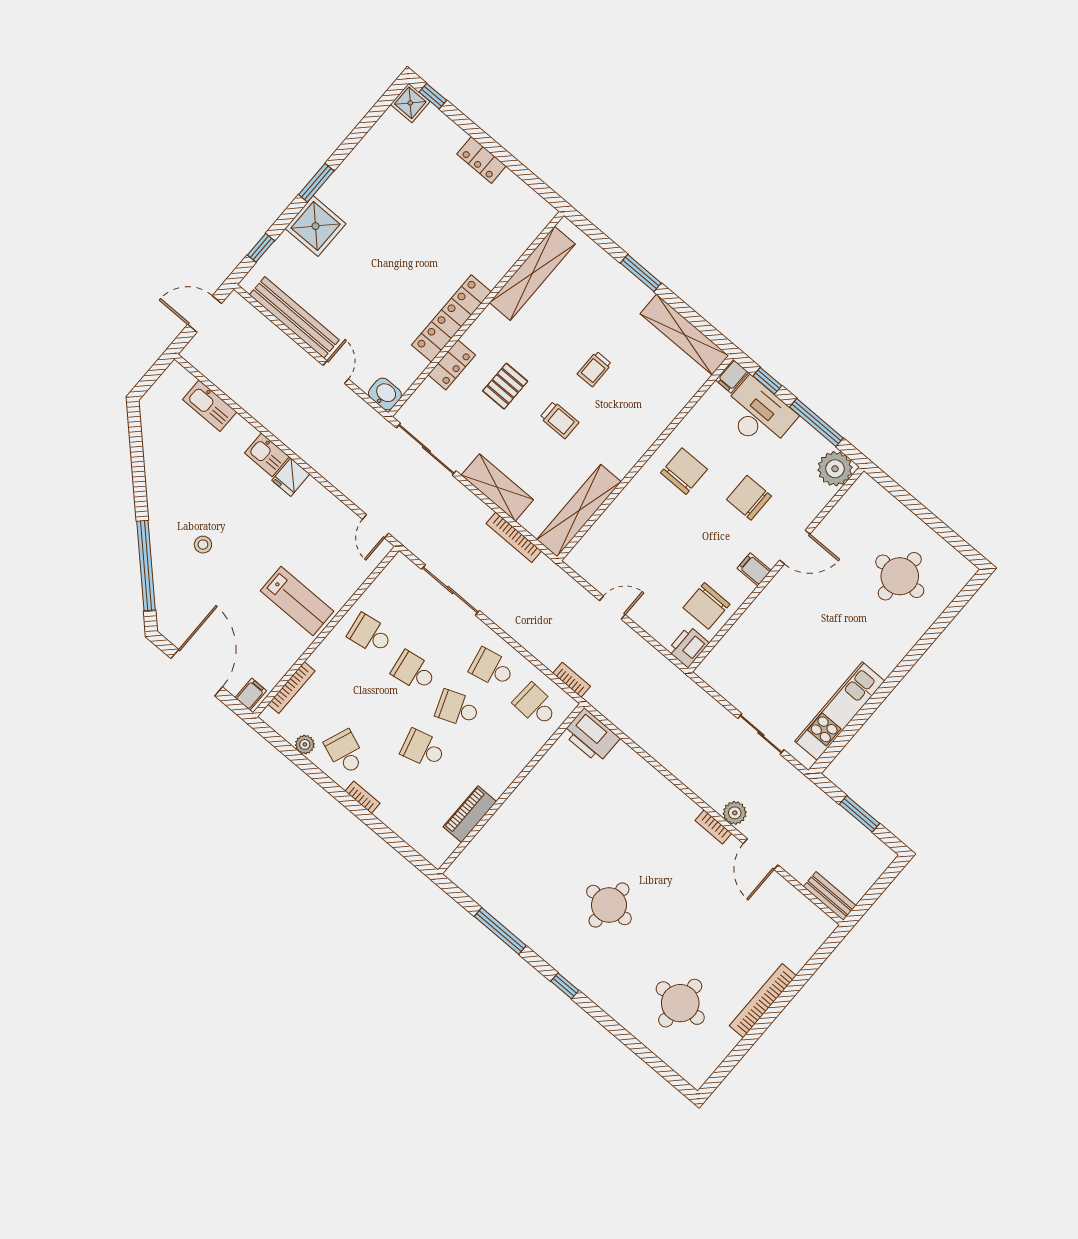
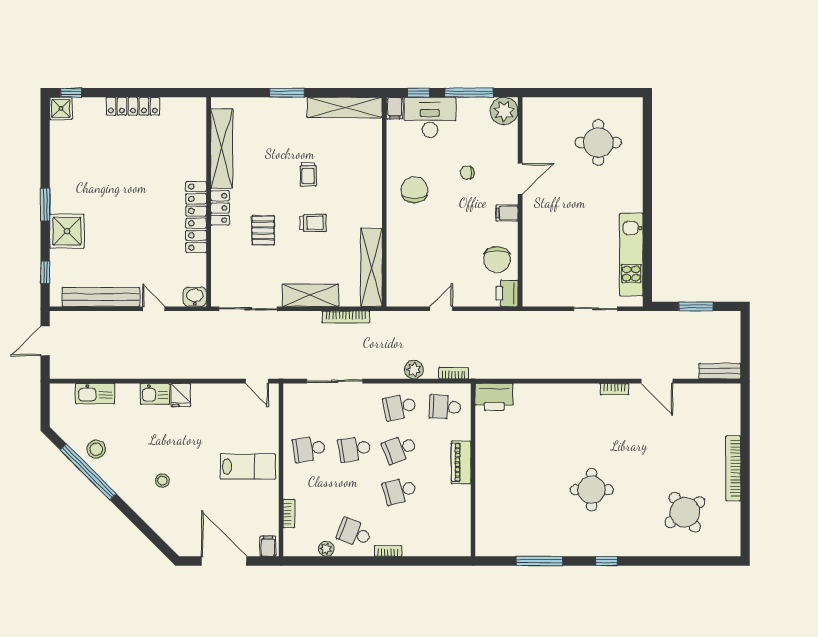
locker: (481, 160) -> (133, 106), width x1.53
locker: (452, 365) -> (220, 208), moved
stool: (165, 460) -> (96, 449), added
chair: (749, 498) -> (467, 173), width x0.54, depth x0.54
window: (146, 566) -> (88, 472), moved
bookcase: (291, 688) -> (289, 513), width x0.64
plant: (735, 813) -> (414, 370), moved
piano: (470, 814) -> (461, 462), moved
round table: (680, 1003) -> (685, 512), turned -35

